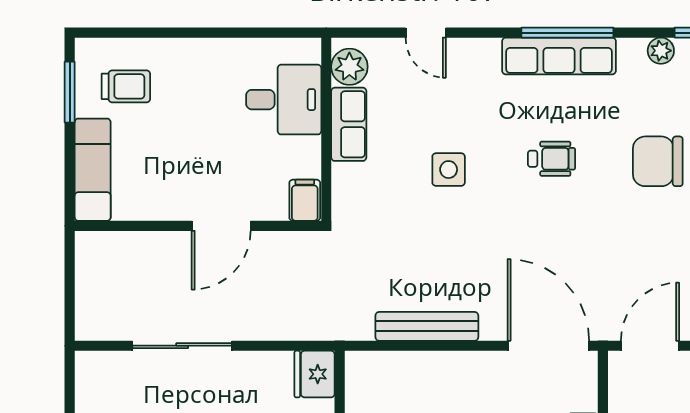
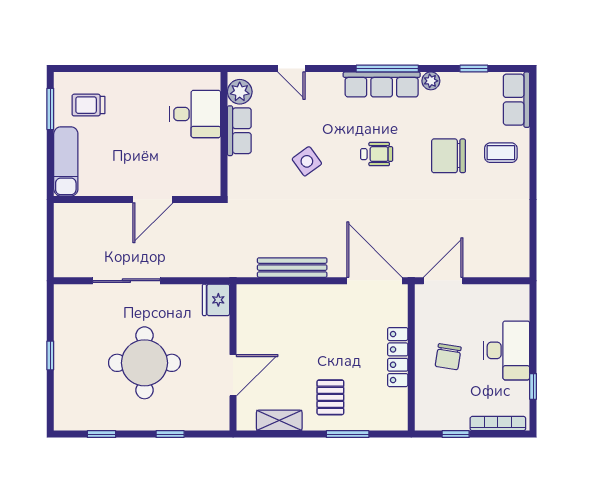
plant: (661, 51) -> (431, 81), moved
trolley: (126, 86) -> (88, 105), turned 180
side table: (449, 170) -> (307, 161), turned -36
filing cabinet: (305, 200) -> (209, 182), removed

